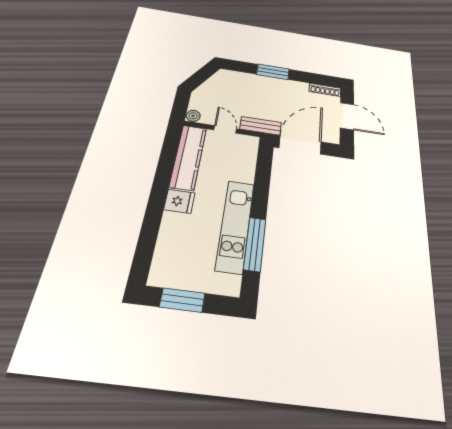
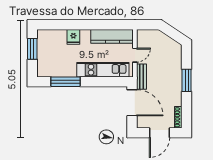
plant: (193, 116) -> (141, 34), removed
fridge: (179, 201) -> (73, 37), moved
kitchen unit: (235, 226) -> (103, 70), moved

